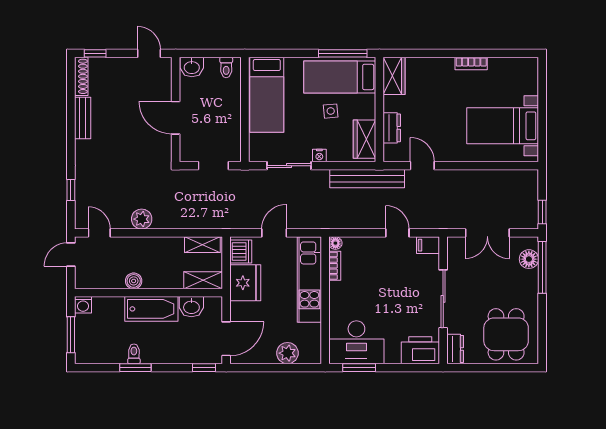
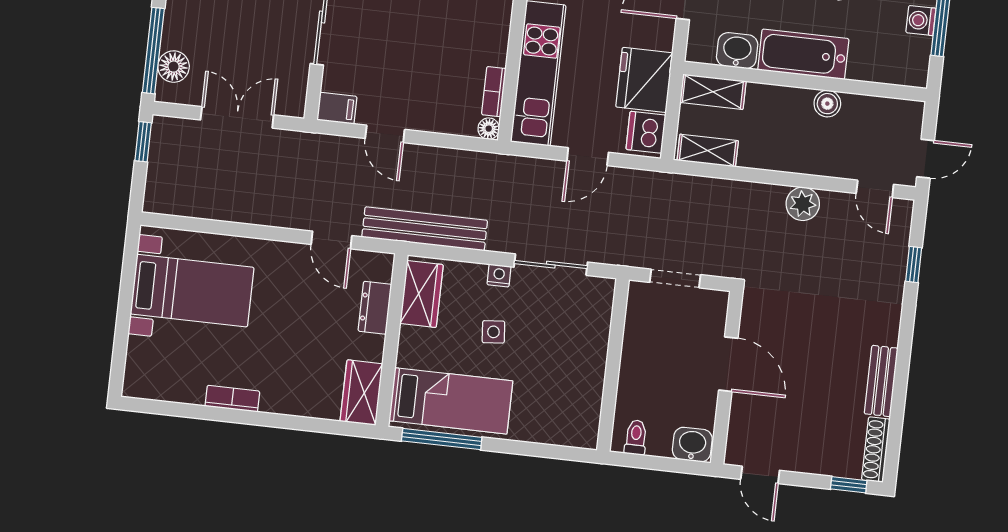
bed: (267, 95) -> (574, 385), removed
side table: (331, 111) -> (493, 332), moved
washing machine: (83, 305) -> (921, 21), moved, turned -90

